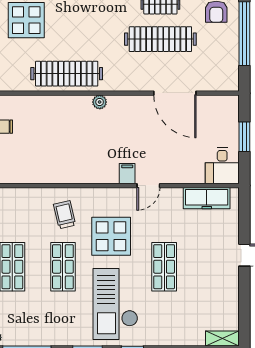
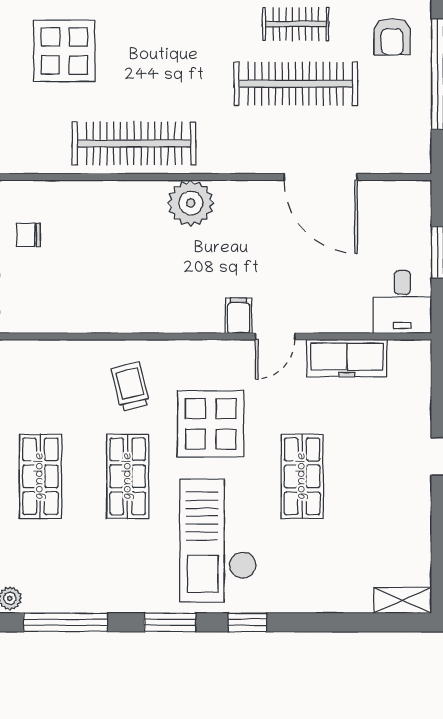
plant: (100, 102) -> (191, 203), width x1.88, depth x1.88
freezer: (207, 198) -> (347, 358), moved

